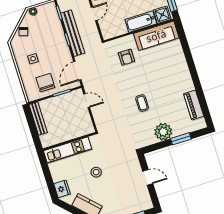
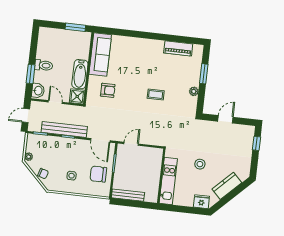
shower: (162, 15) -> (77, 96), moved
bathtub: (141, 22) -> (80, 74), moved
plant: (163, 132) -> (194, 91), width x0.53, depth x0.53

